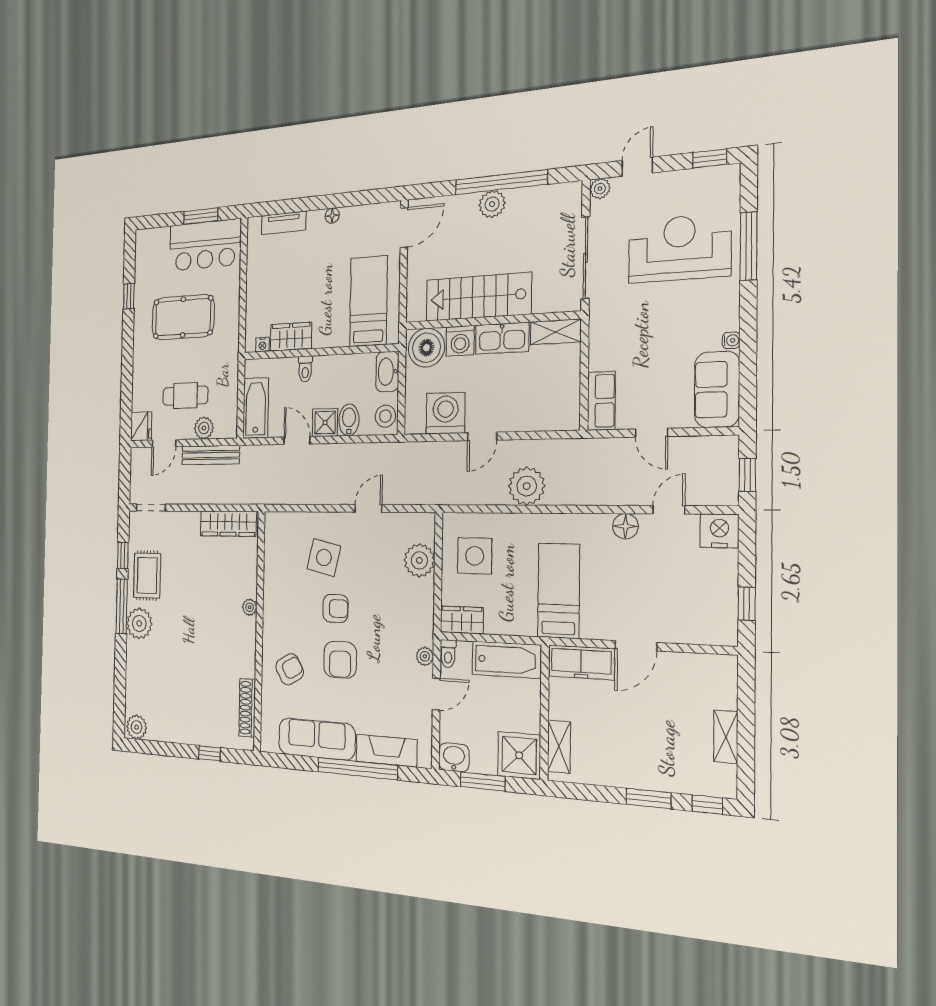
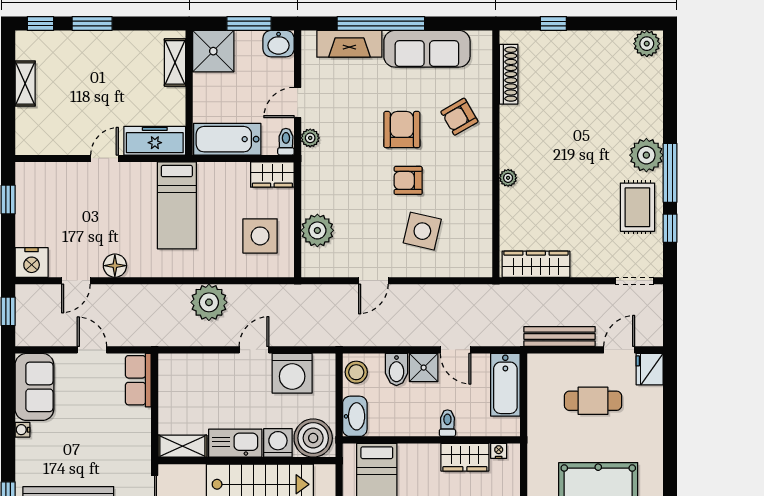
plant: (204, 428) -> (569, 365), removed
door: (636, 646) -> (105, 158), width x0.73

